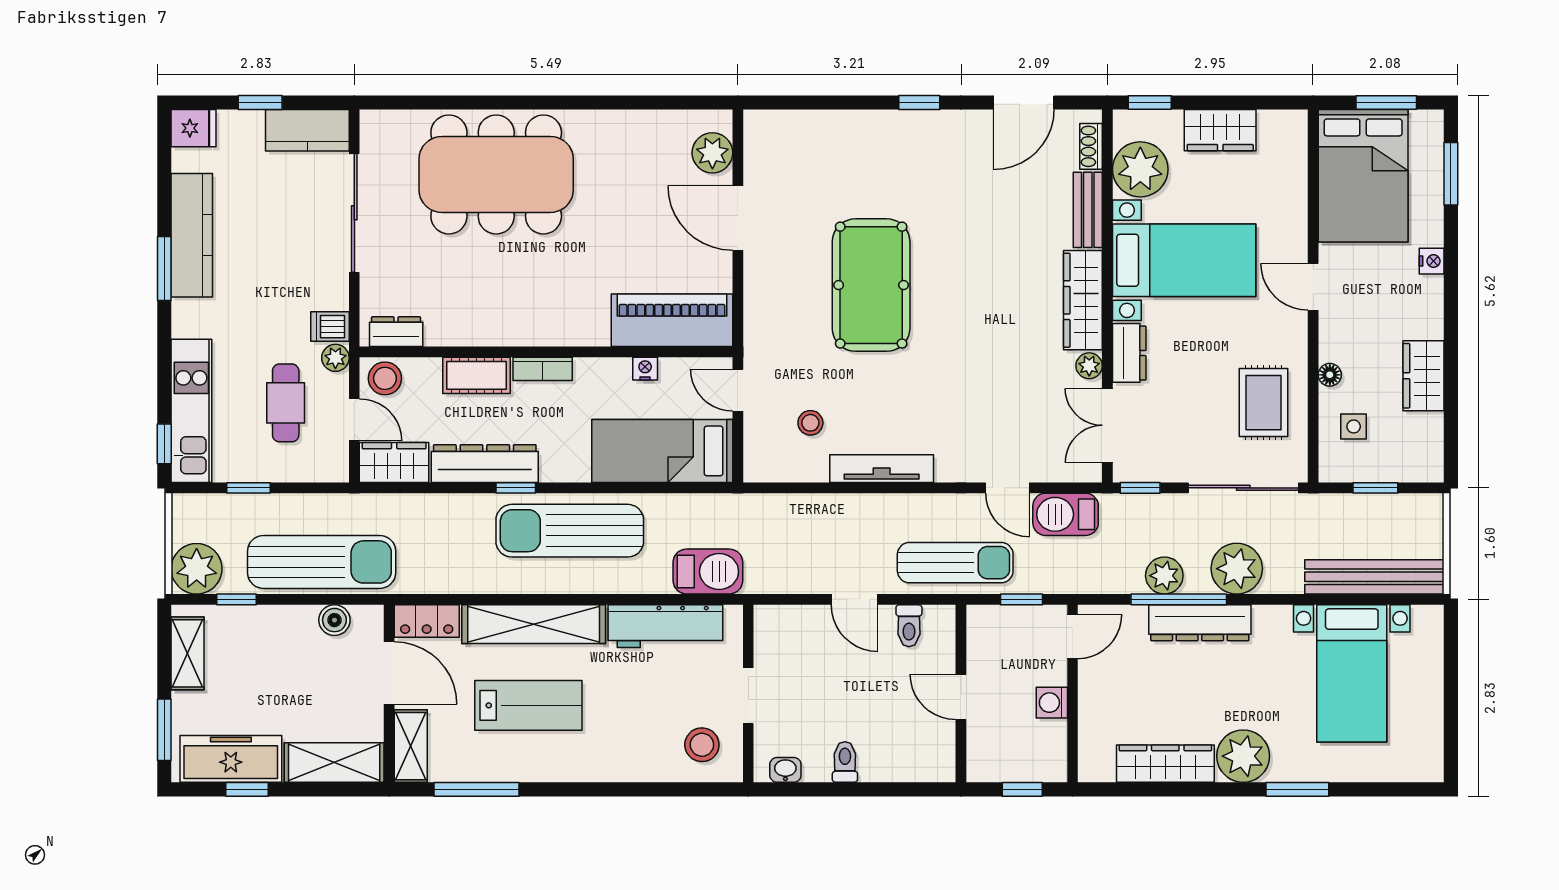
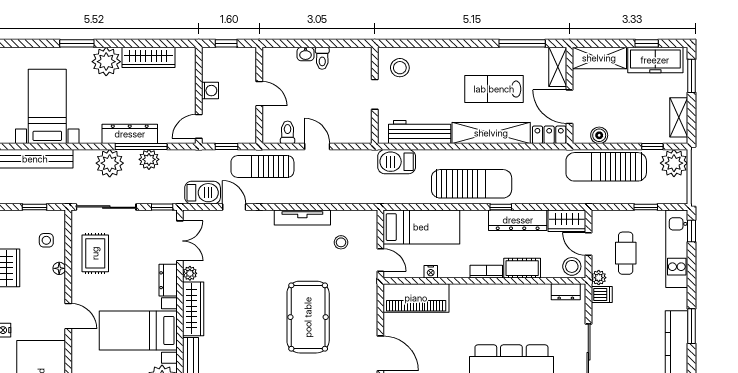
washbasin: (785, 770) -> (306, 54), moved

